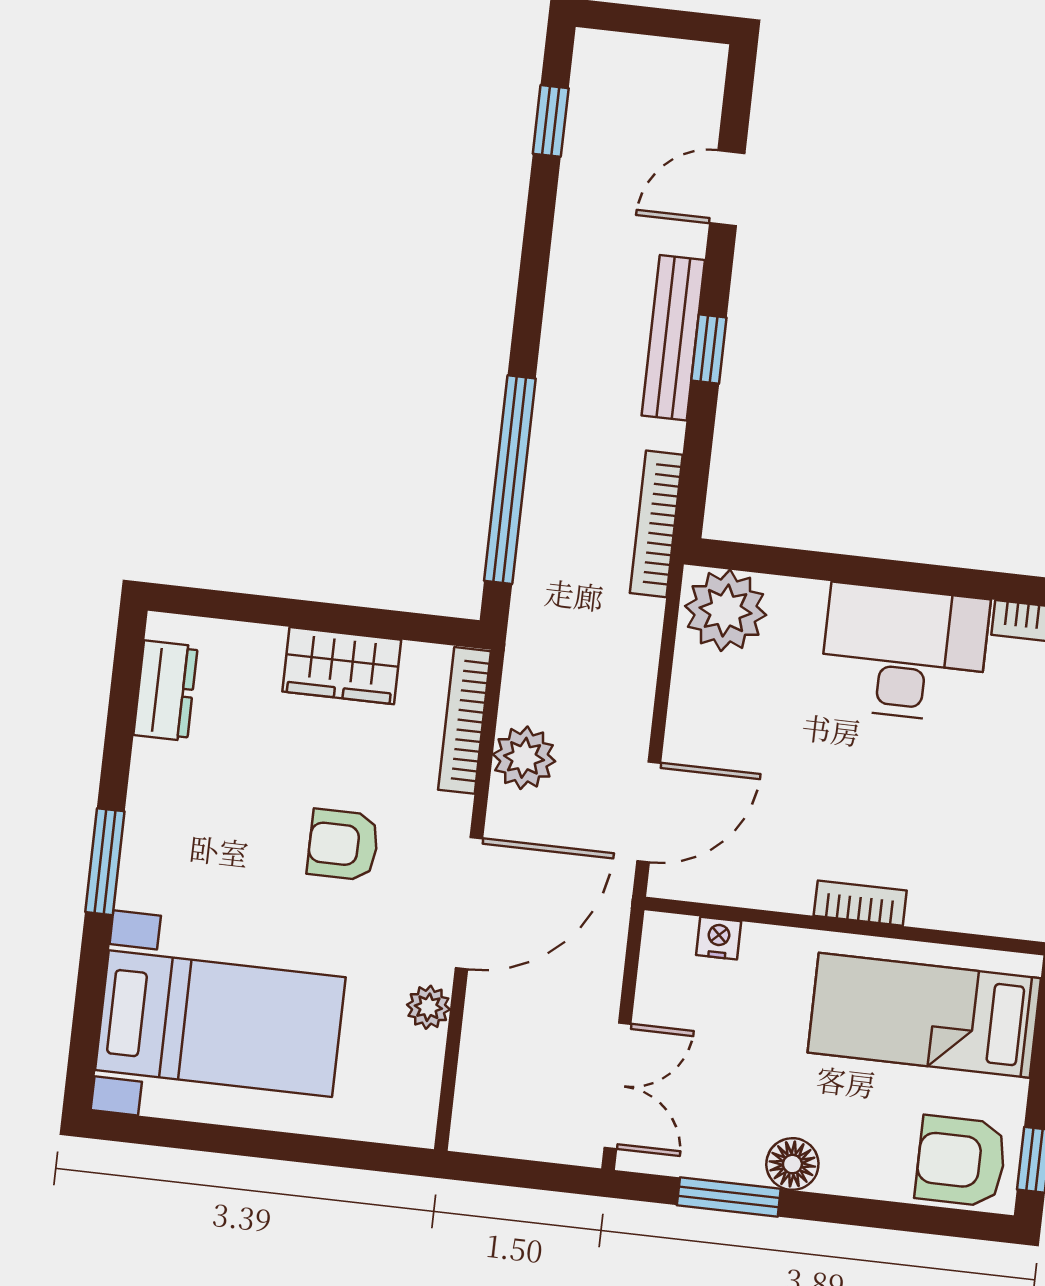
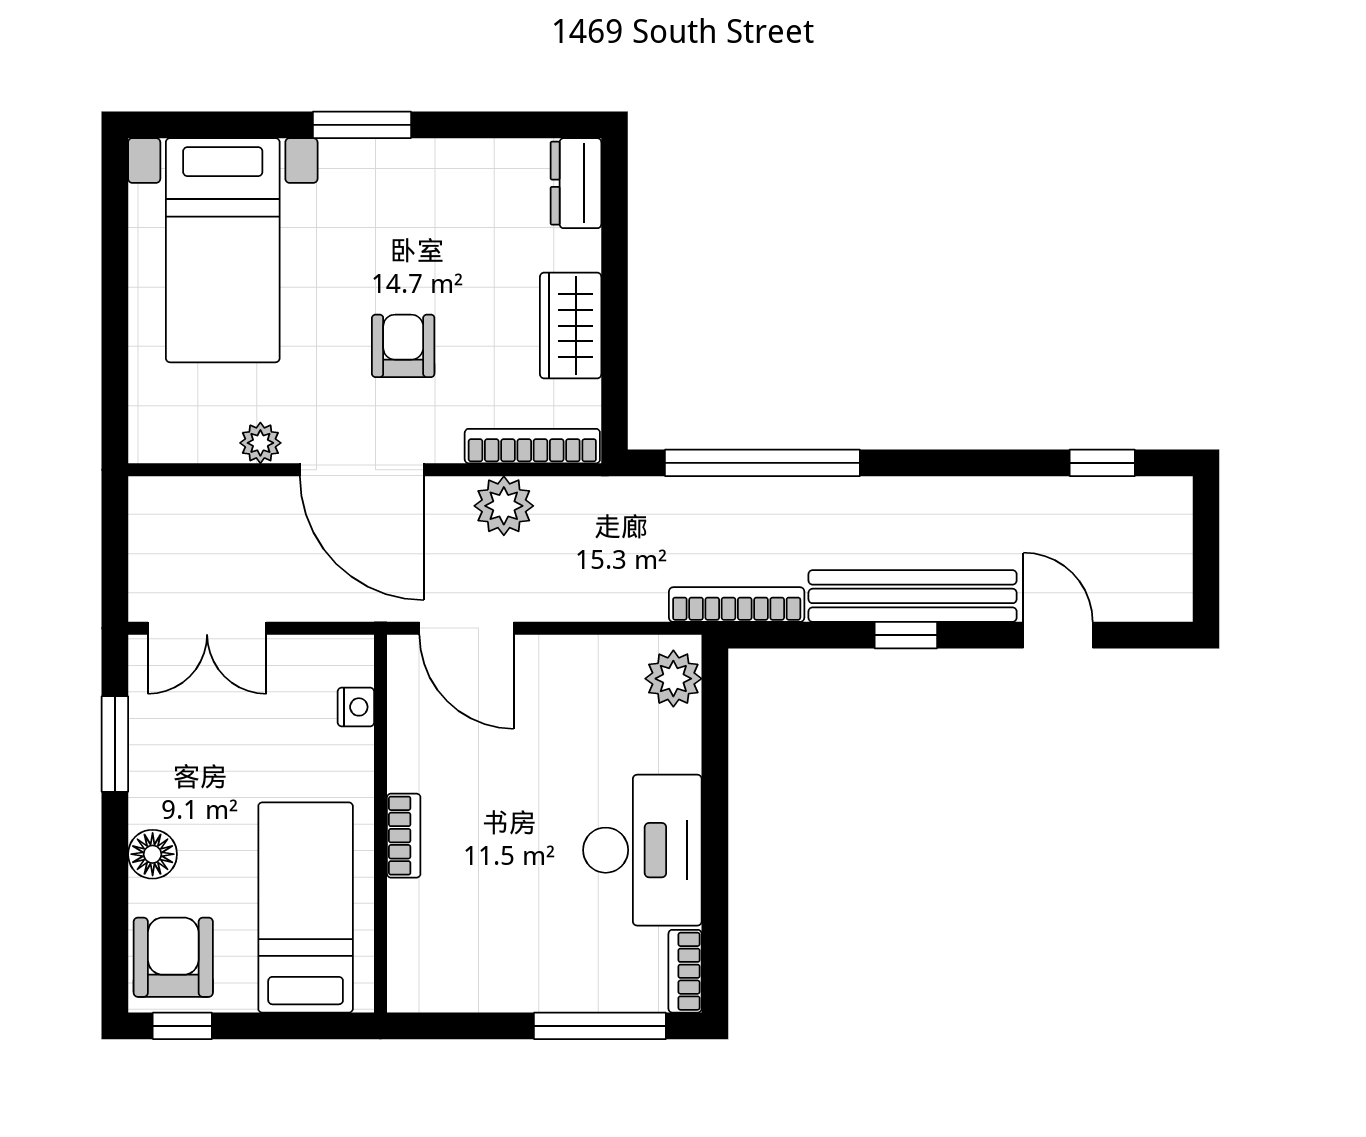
bench: (673, 338) -> (913, 596), width x1.37, depth x1.21
plant: (726, 610) -> (673, 679), width x0.73, depth x0.73
dresser: (166, 691) -> (576, 183), moved, turned 90
floor lamp: (792, 1164) -> (153, 854), moved

